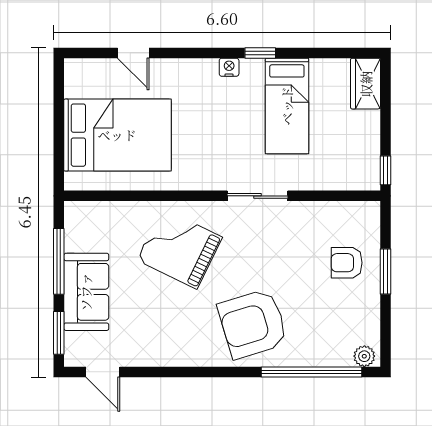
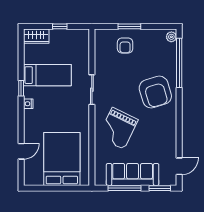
window: (385, 170) -> (60, 26), moved
sofa: (86, 292) -> (133, 174), width x1.36

